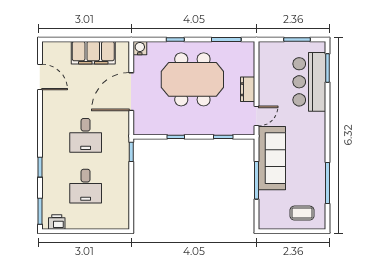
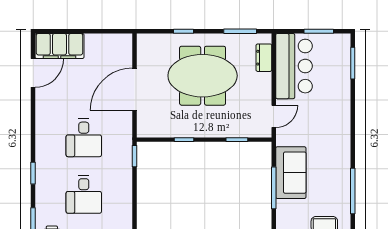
water cooler: (140, 48) -> (144, 41), removed
filing cabinet: (93, 53) -> (60, 46), moved
door: (40, 77) -> (33, 73), hinge flipped
bar counter: (309, 82) -> (294, 66), moved, turned 180
dresser: (248, 89) -> (264, 58), moved
sofa: (272, 158) -> (291, 173), width x0.73

